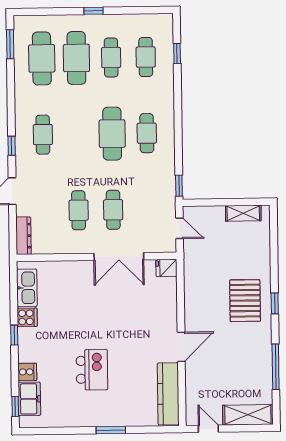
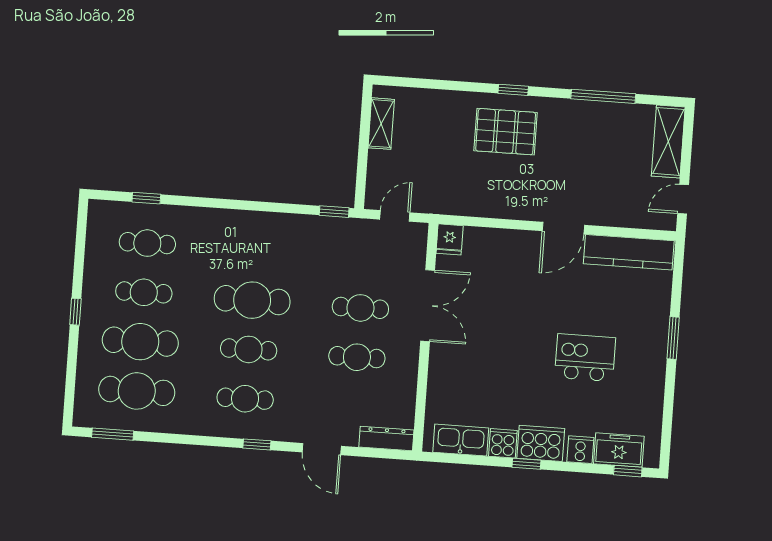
cafe table: (147, 133) -> (249, 349), moved
cooker: (29, 344) -> (541, 443), added
door: (181, 347) -> (563, 228), swing flipped

